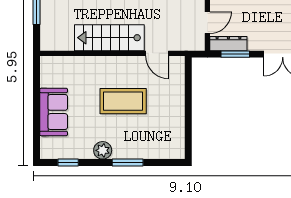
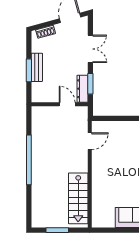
stairs: (109, 38) -> (78, 198), moved
coffee table: (123, 101) -> (125, 166), removed

